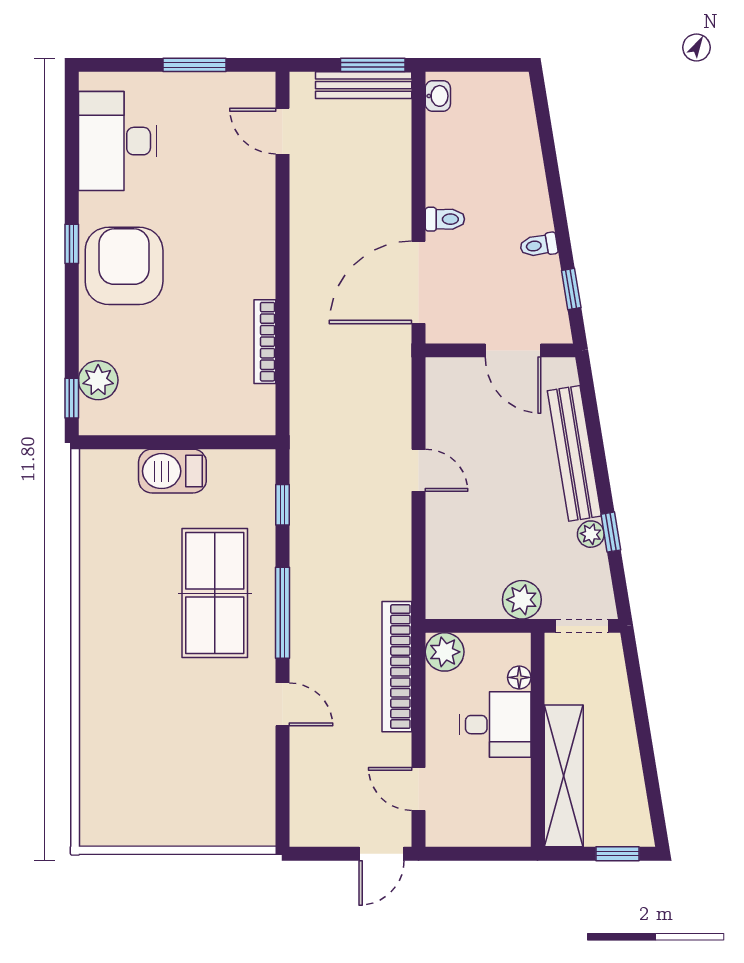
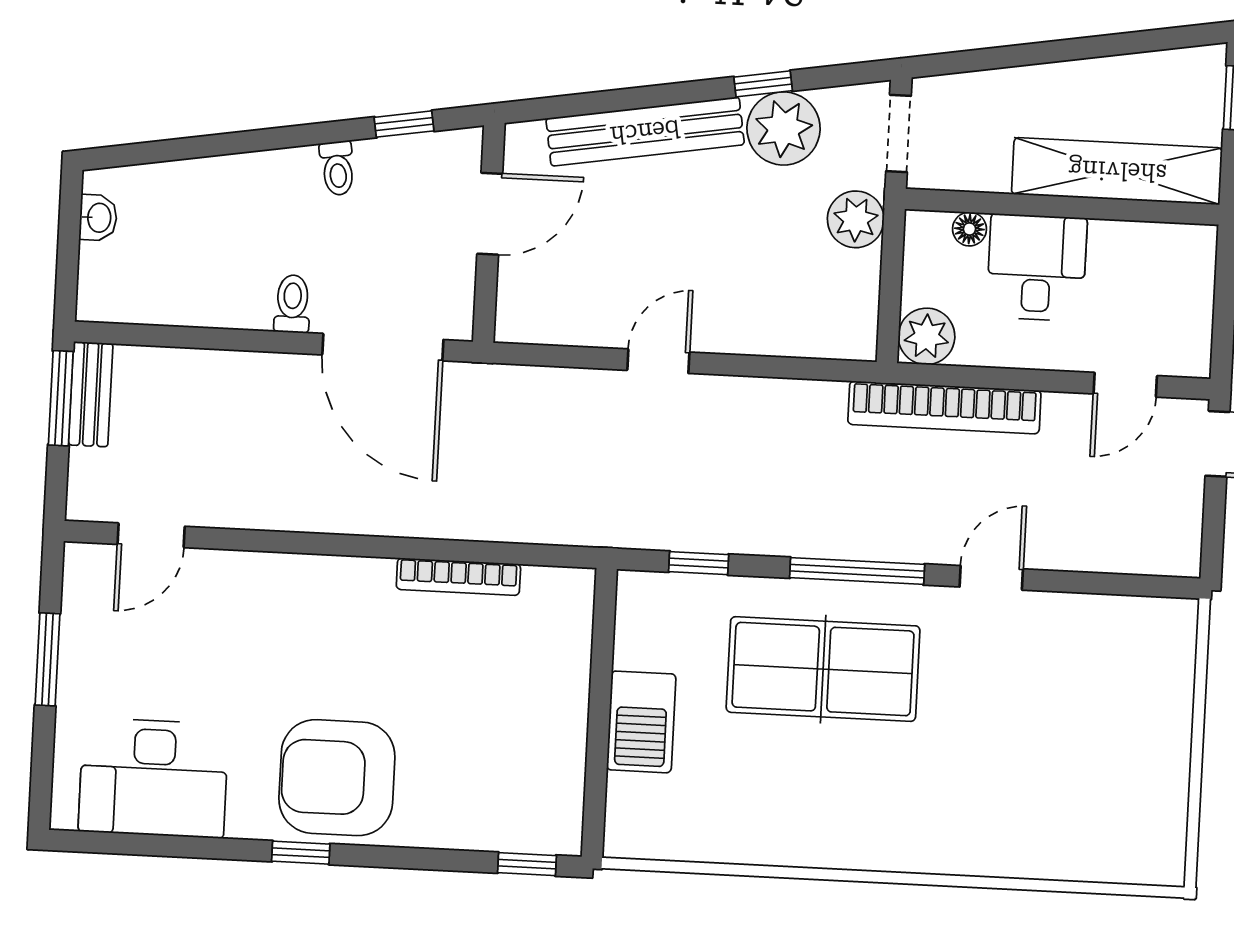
bench: (364, 85) -> (91, 394), width x0.73
washbasin: (438, 96) -> (98, 218), moved, turned 90
plant: (98, 380) -> (502, 824), removed
plant: (591, 534) -> (784, 128), width x1.88, depth x1.88

